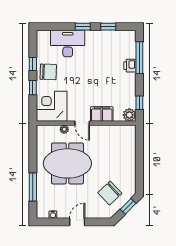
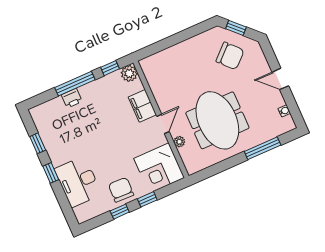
window: (139, 58) -> (75, 84), moved

